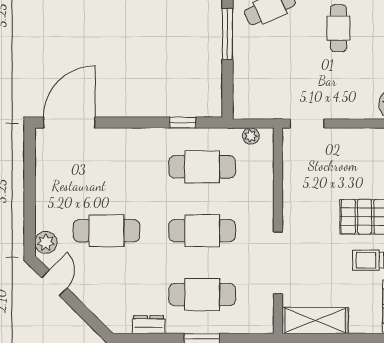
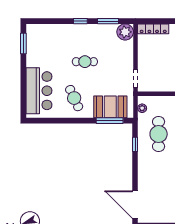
window: (227, 34) -> (110, 121), moved
booth: (253, 76) -> (110, 107), added

